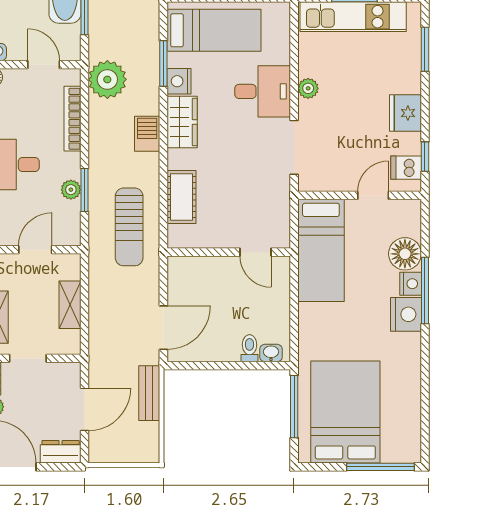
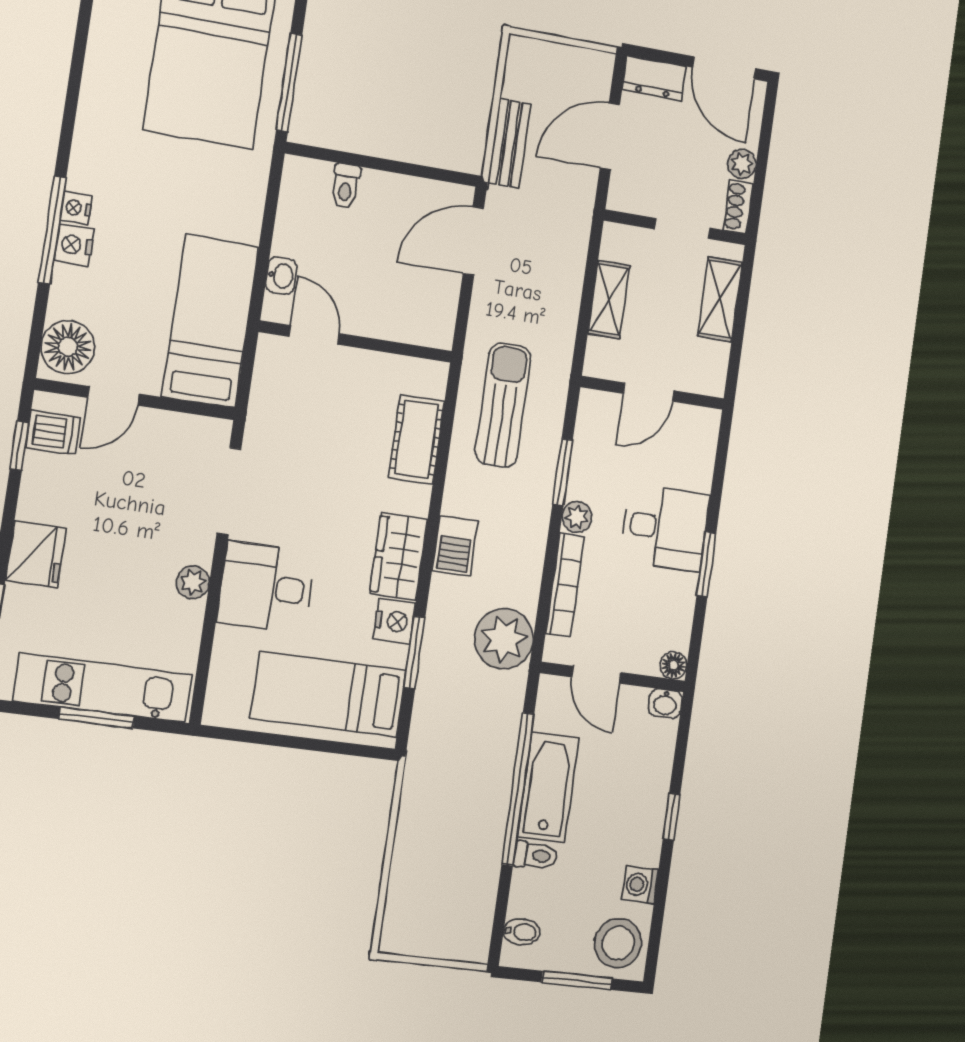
fridge: (405, 113) -> (36, 554), moved
plant: (71, 190) -> (577, 517), moved
floor lamp: (405, 254) -> (68, 347), moved
nightstand: (406, 314) -> (76, 208), width x0.53, depth x0.56
washbasin: (271, 353) -> (281, 276), moved, turned -90

